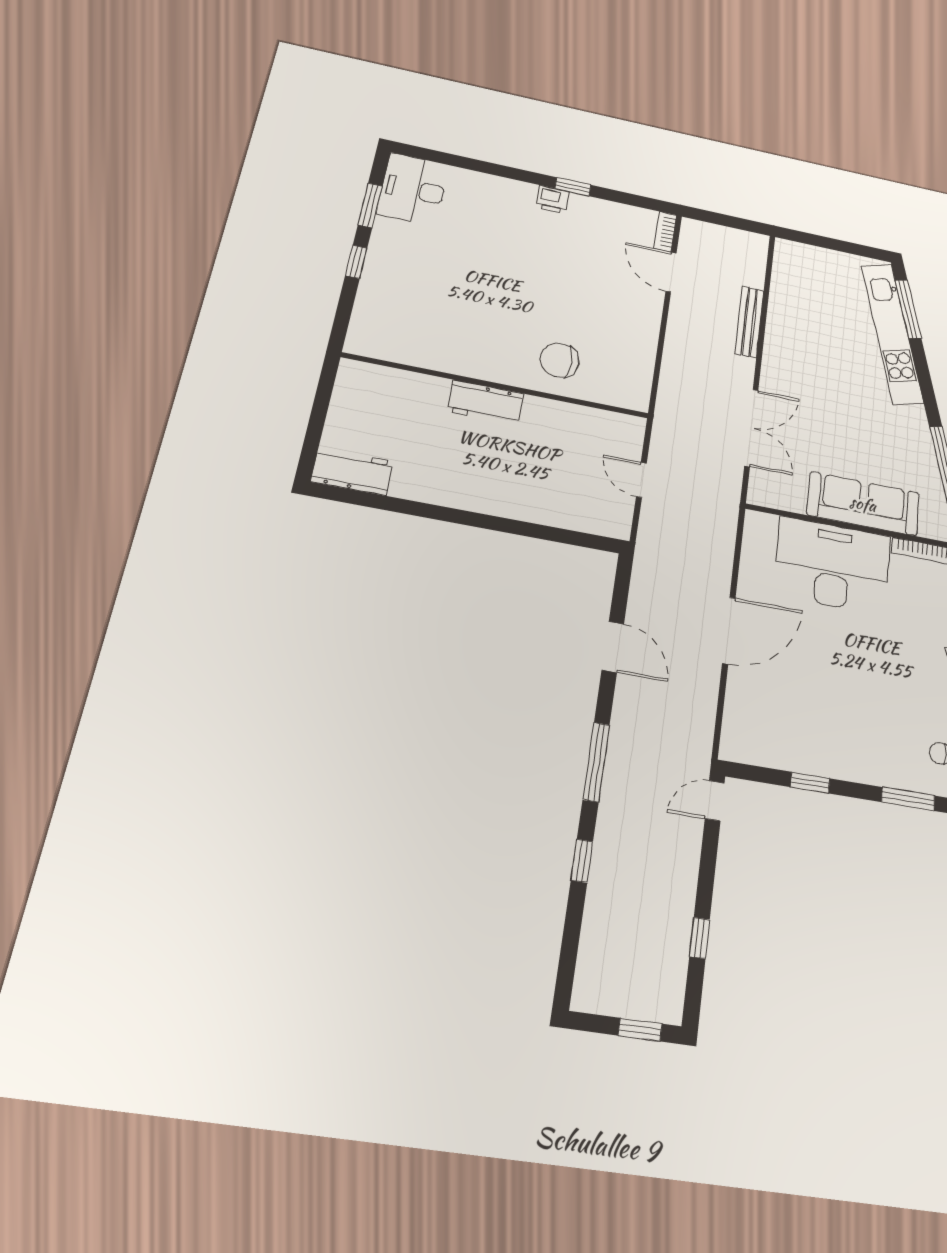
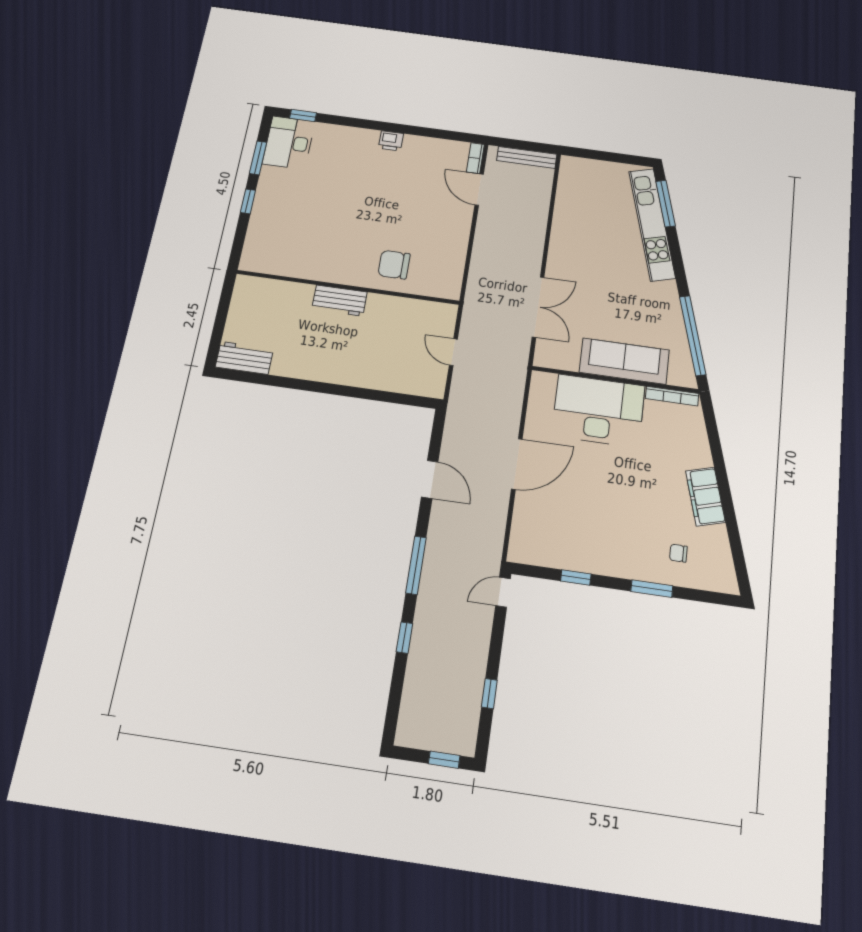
window: (573, 187) -> (303, 115), moved
bench: (749, 322) -> (527, 157), moved, turned 90

